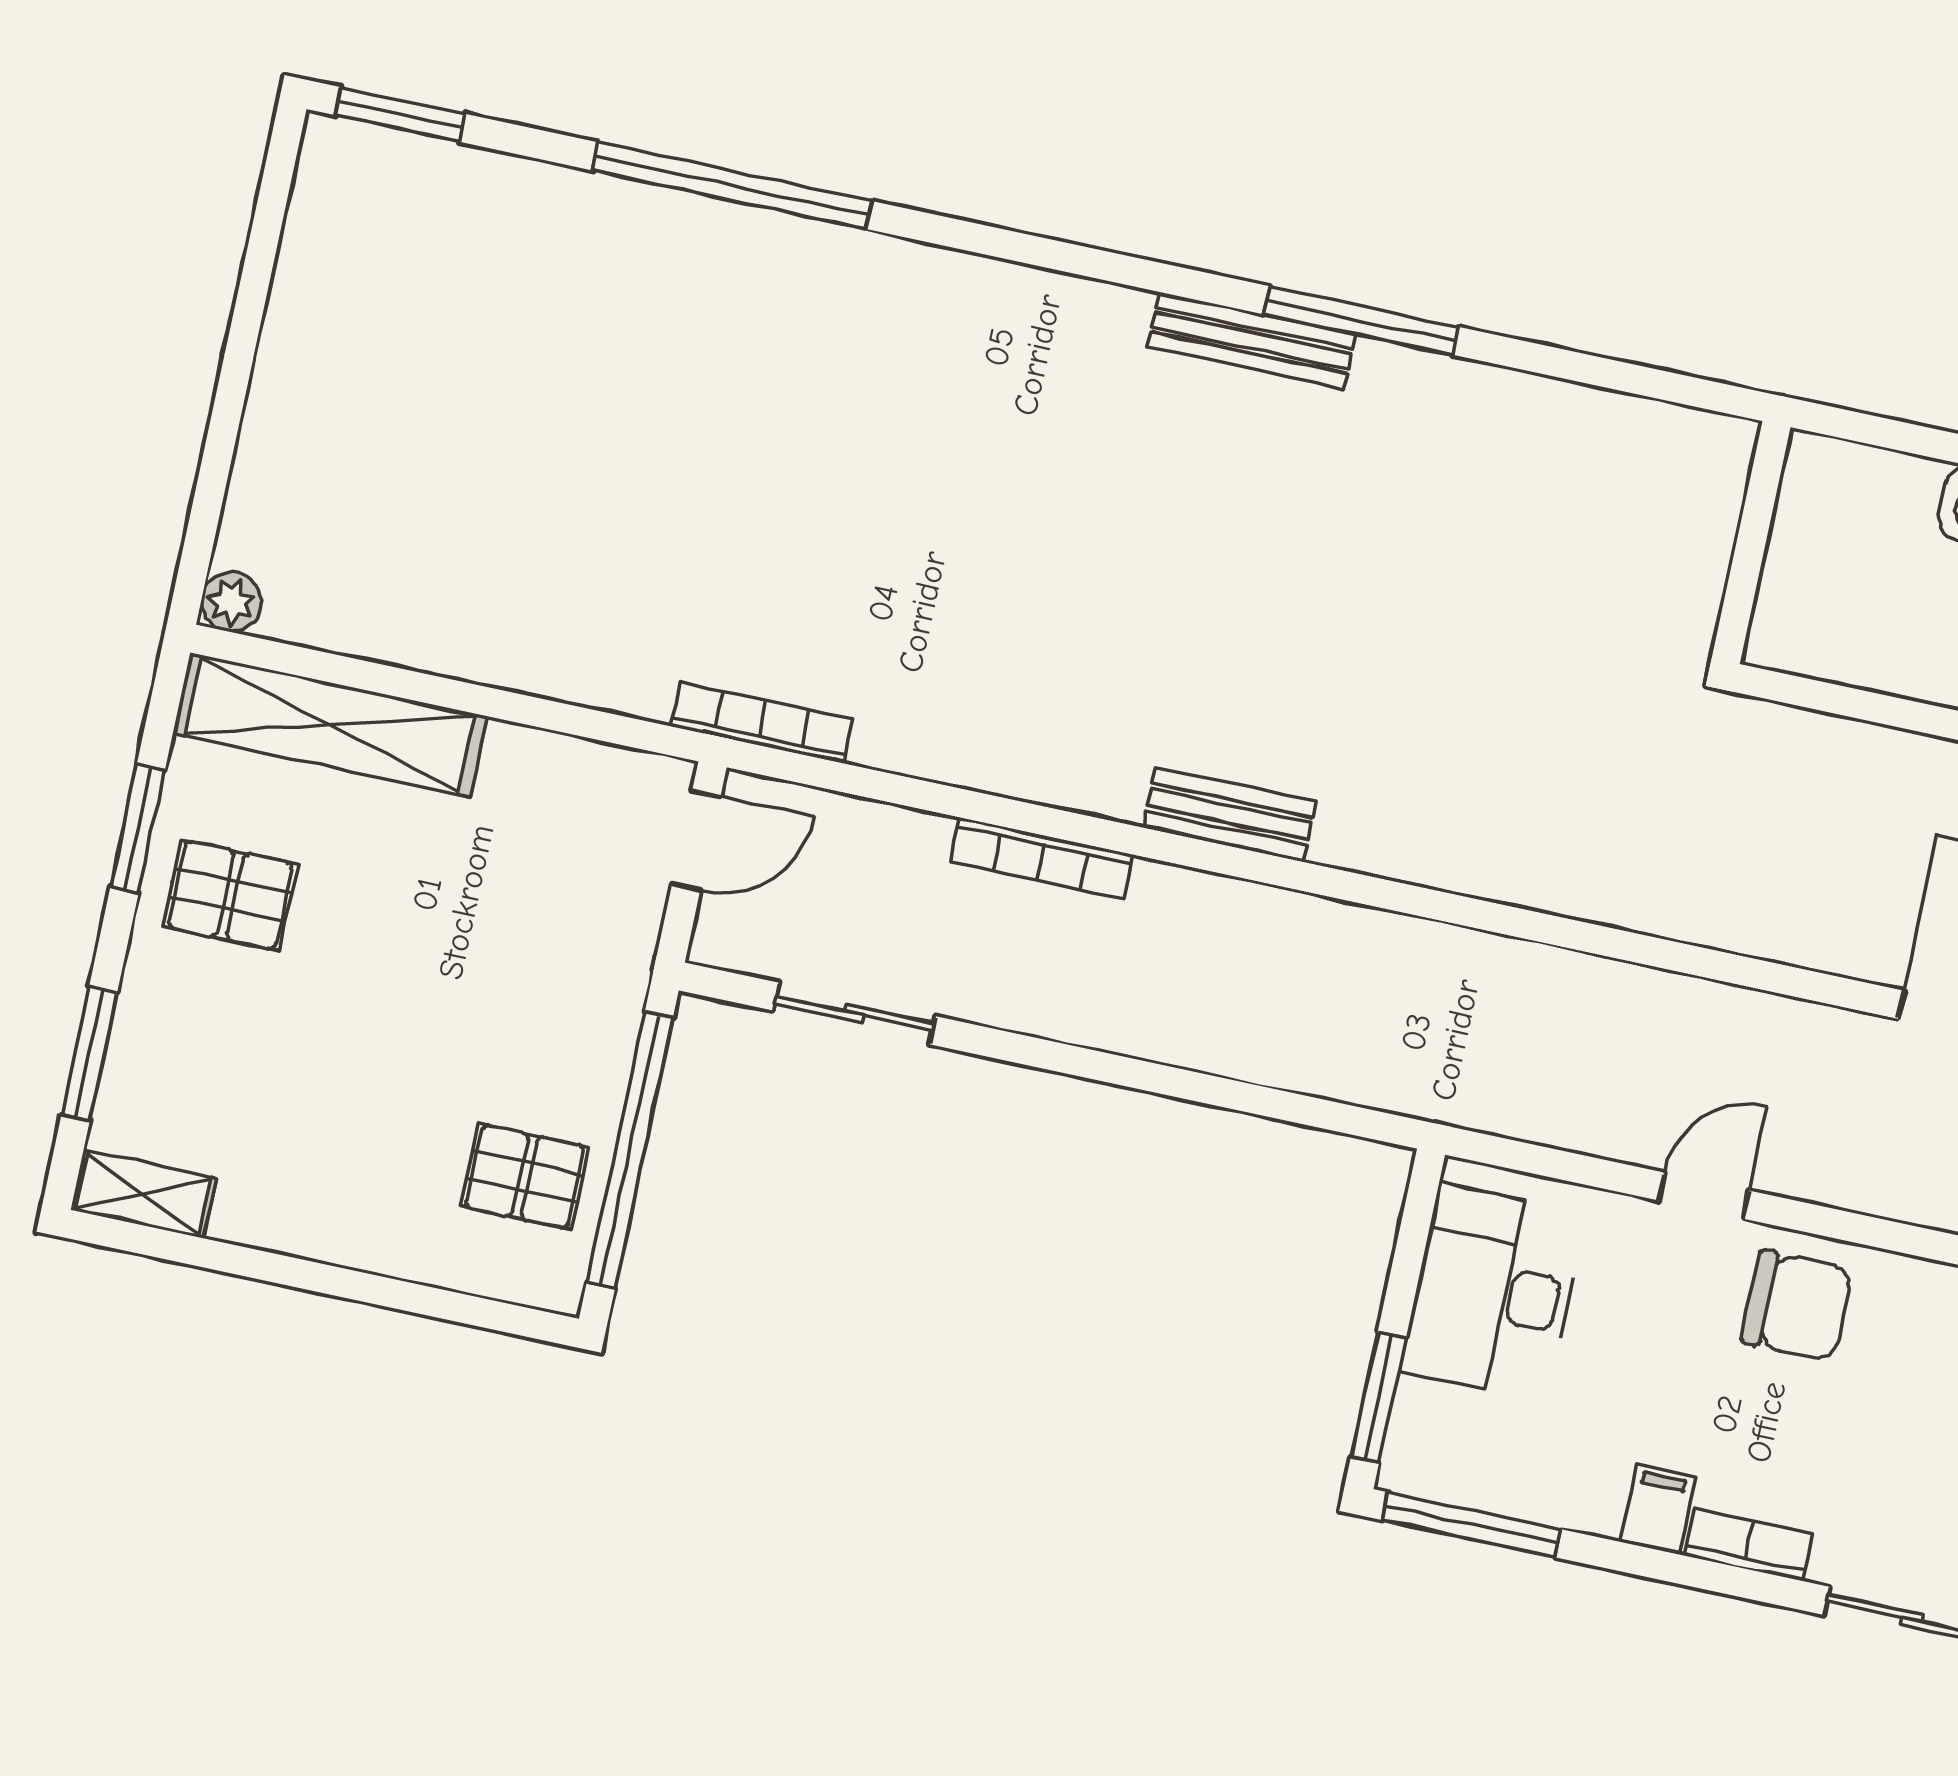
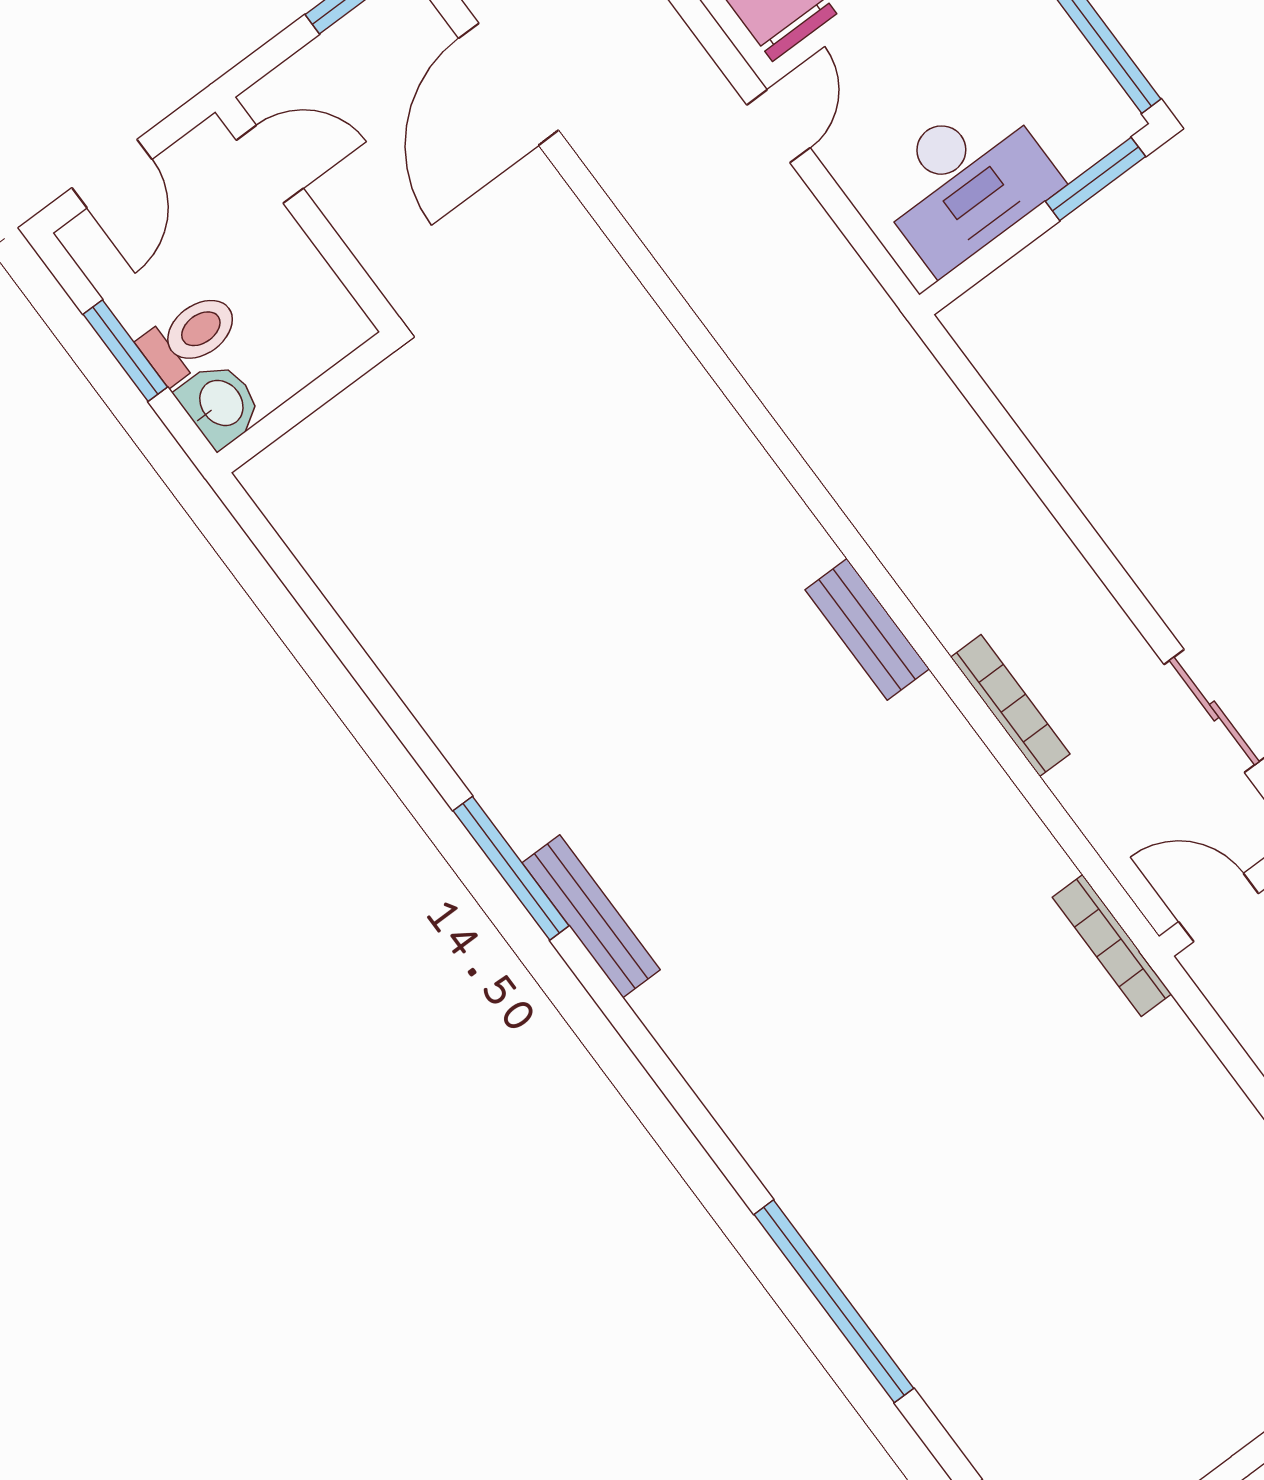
wall: (1751, 543) -> (305, 402), moved
door: (1704, 1196) -> (779, 126), swing flipped

